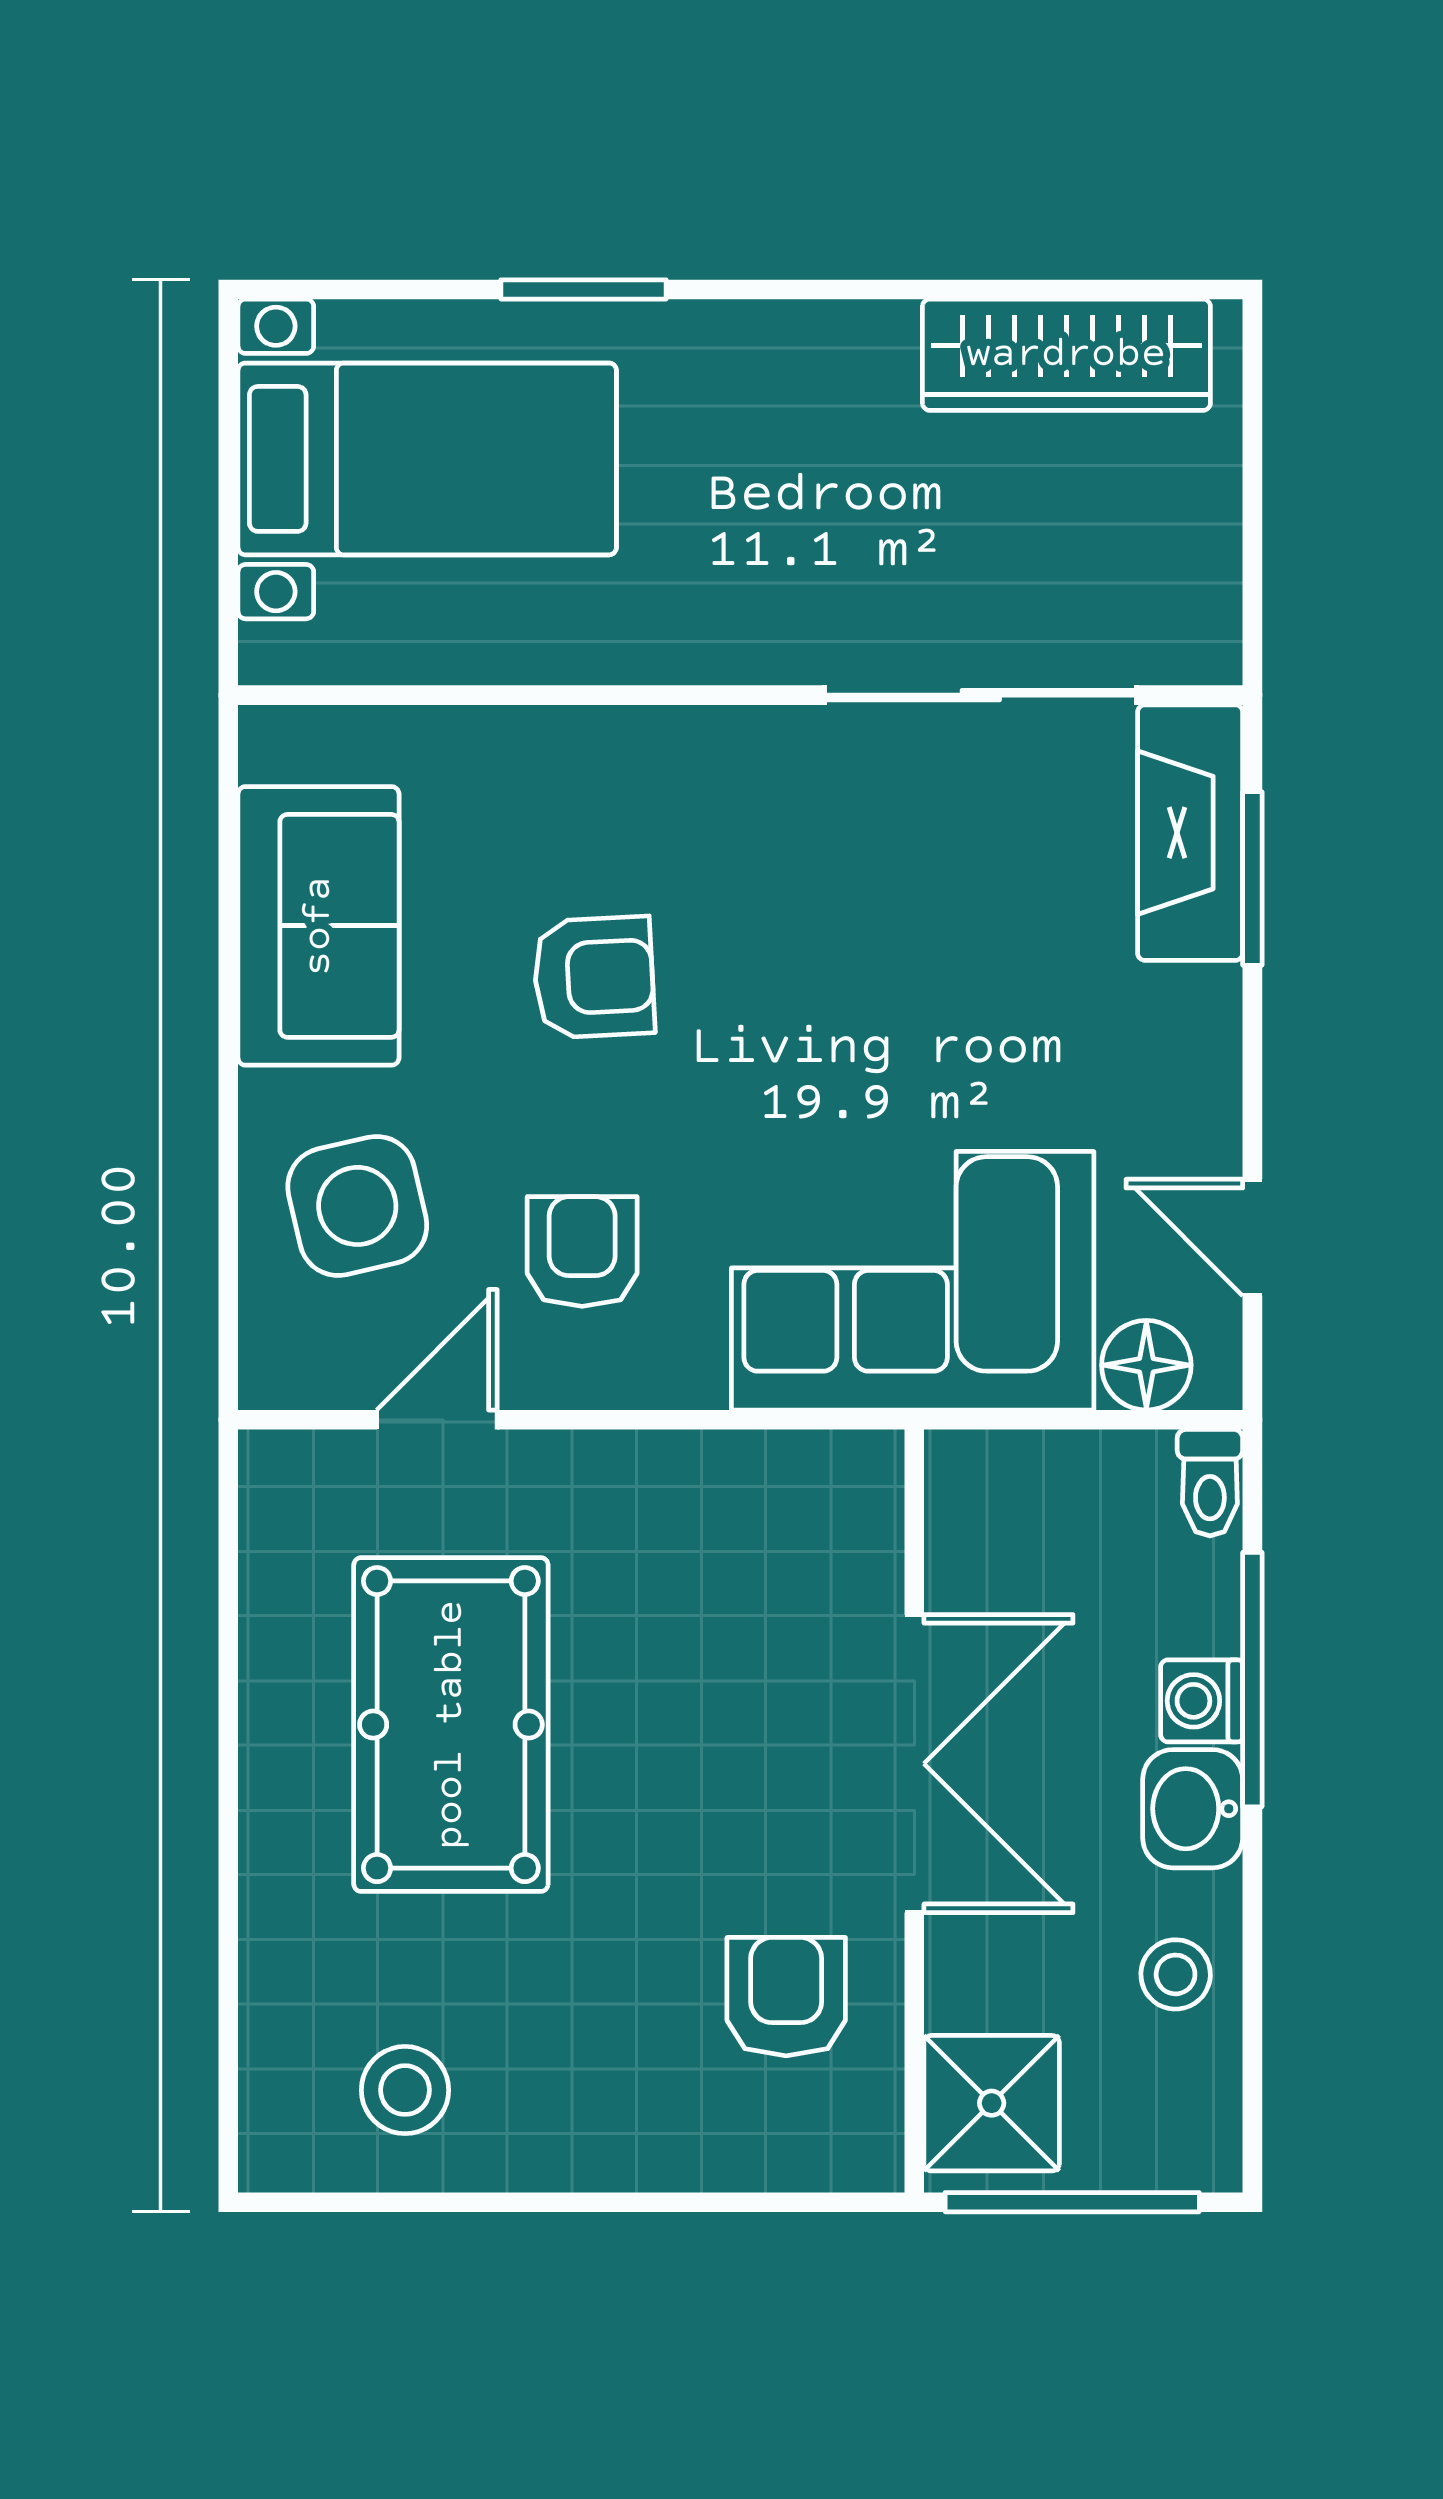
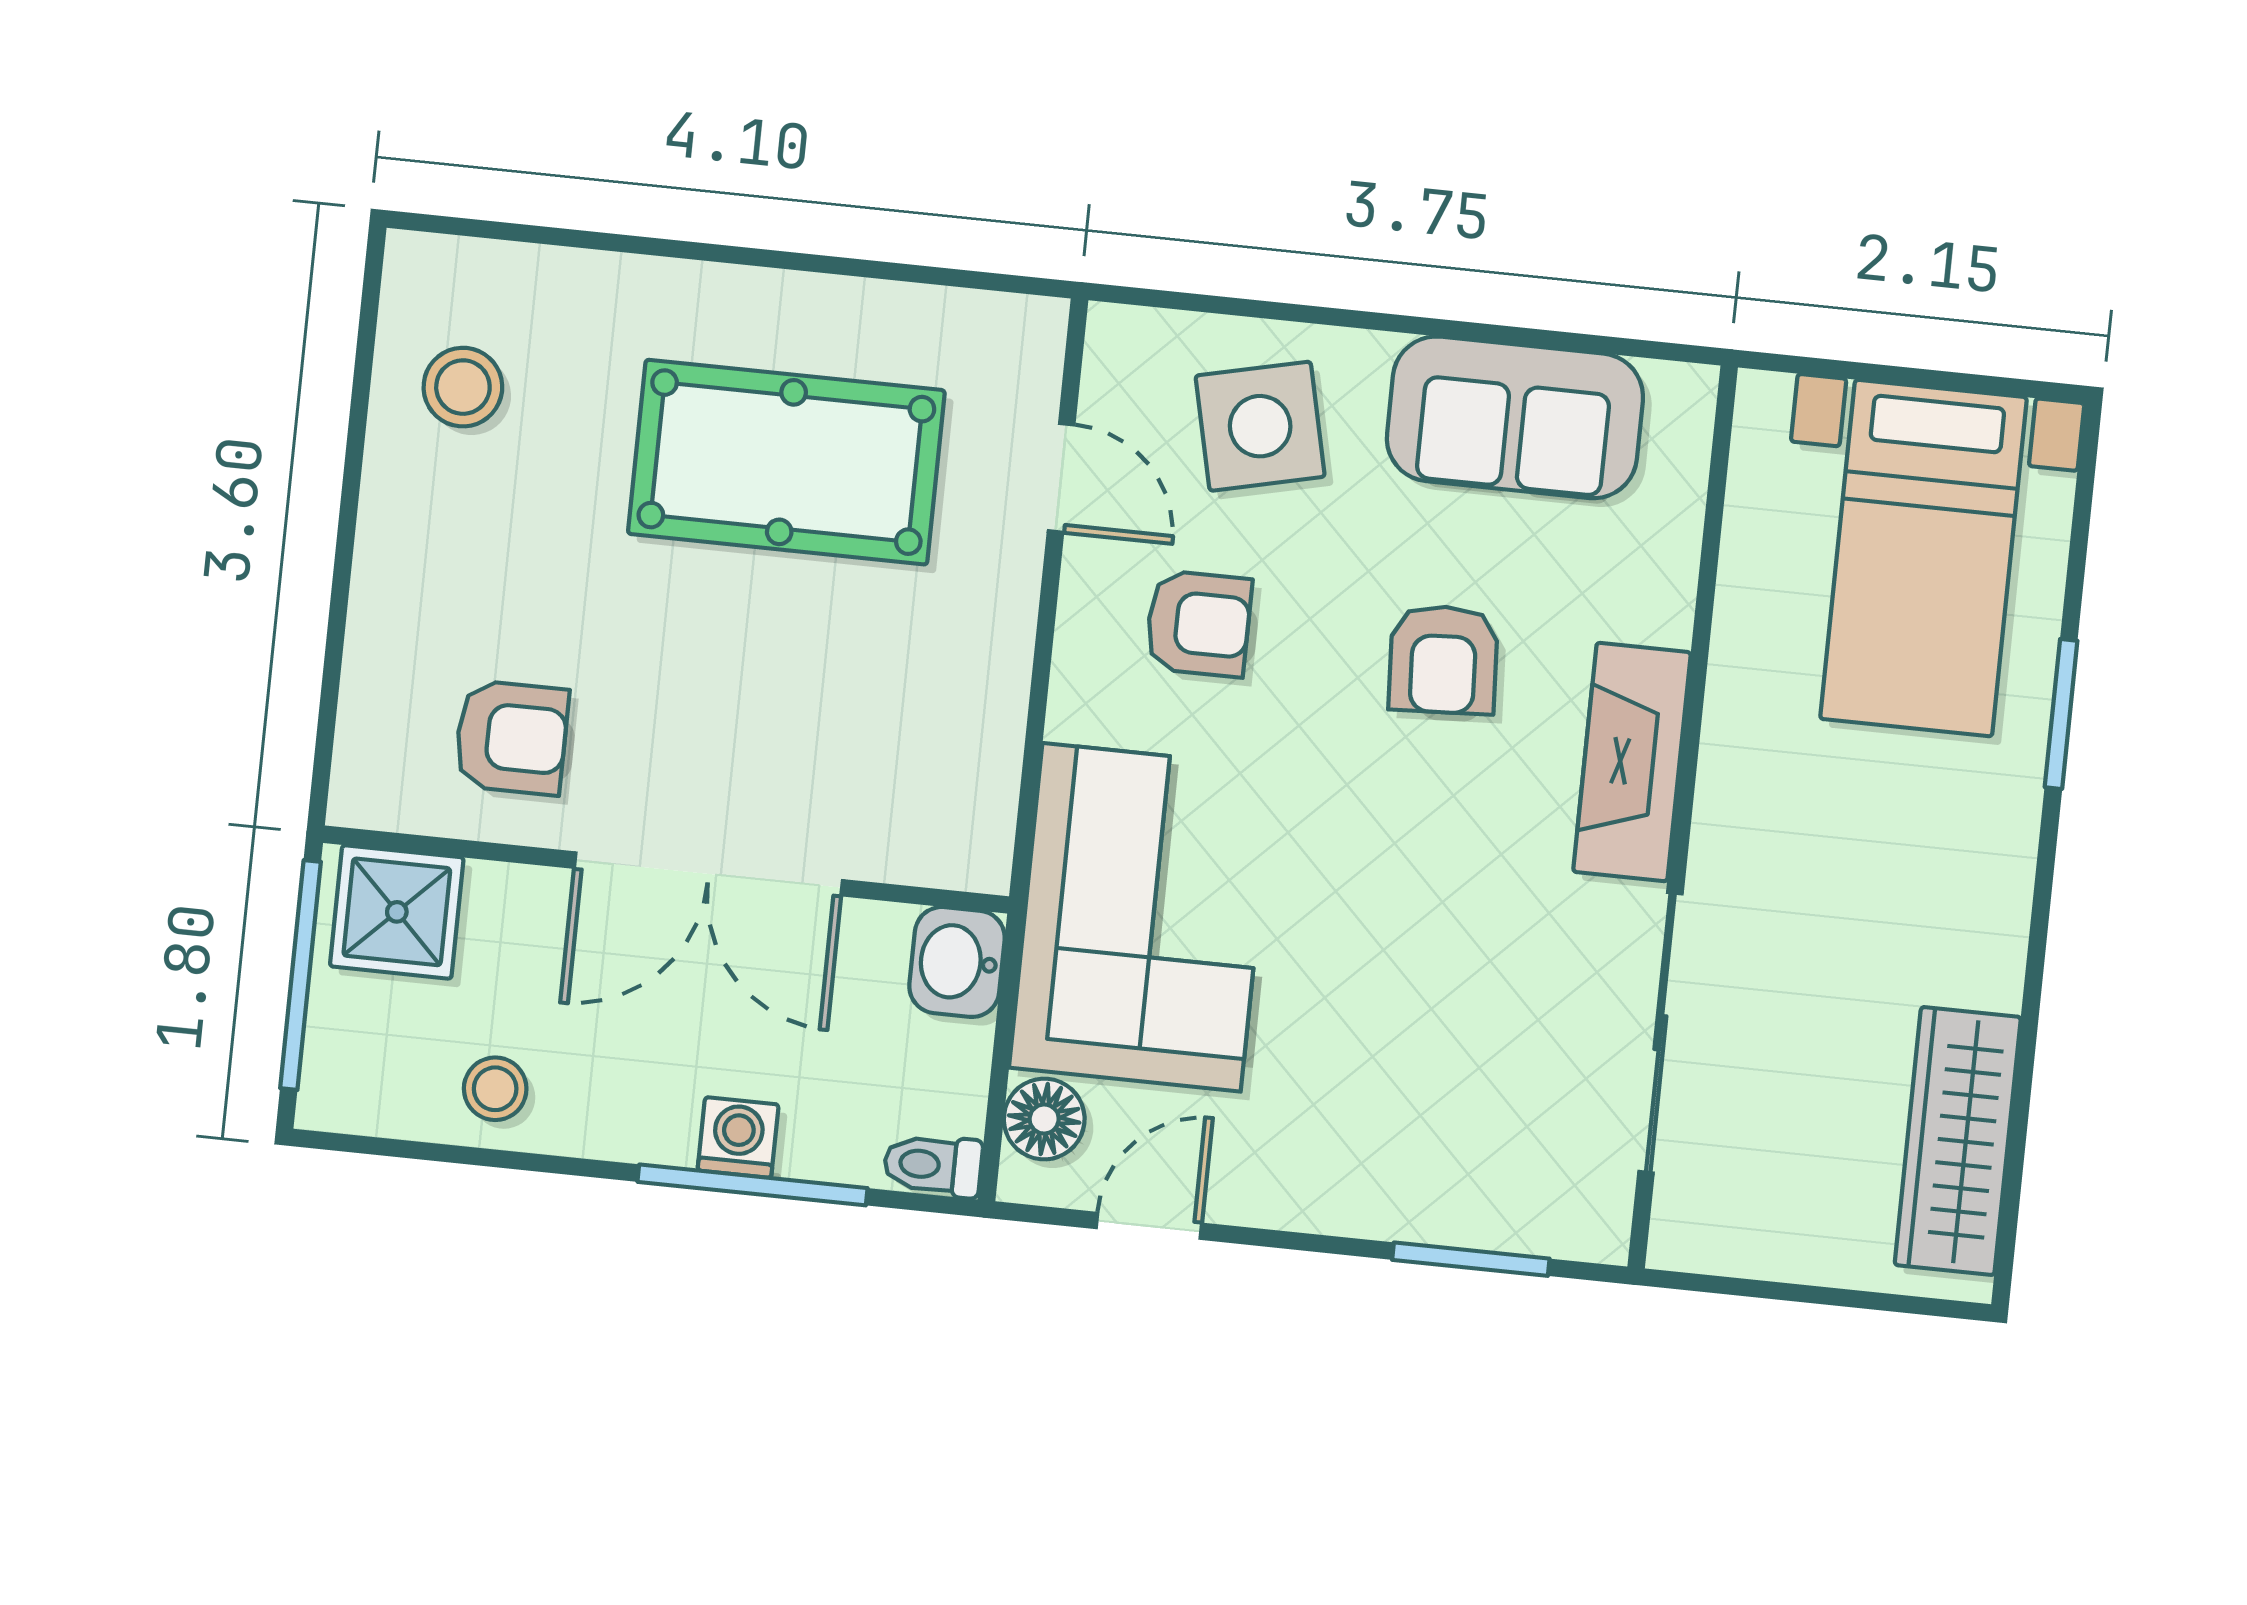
fireplace: (1190, 833) -> (1632, 762), moved, turned -90
washbasin: (1193, 1809) -> (957, 962), moved, turned -90

